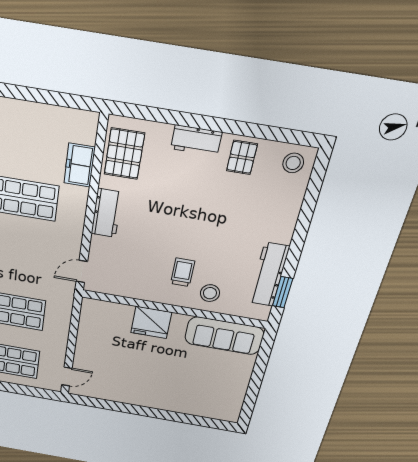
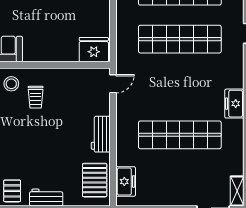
freezer: (80, 165) -> (126, 182), moved
fridge: (151, 322) -> (94, 50), moved

